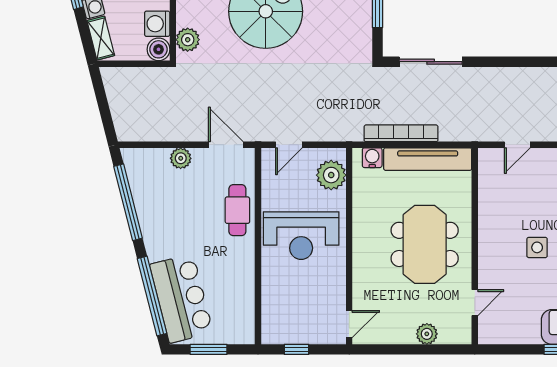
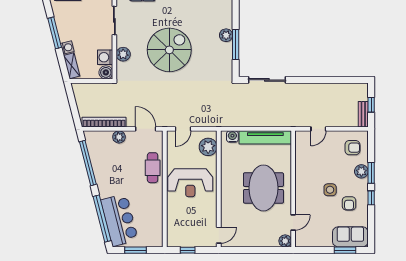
plant: (188, 40) -> (123, 54), moved
bookcase: (401, 133) -> (104, 122), moved
plant: (427, 334) -> (285, 241), moved

